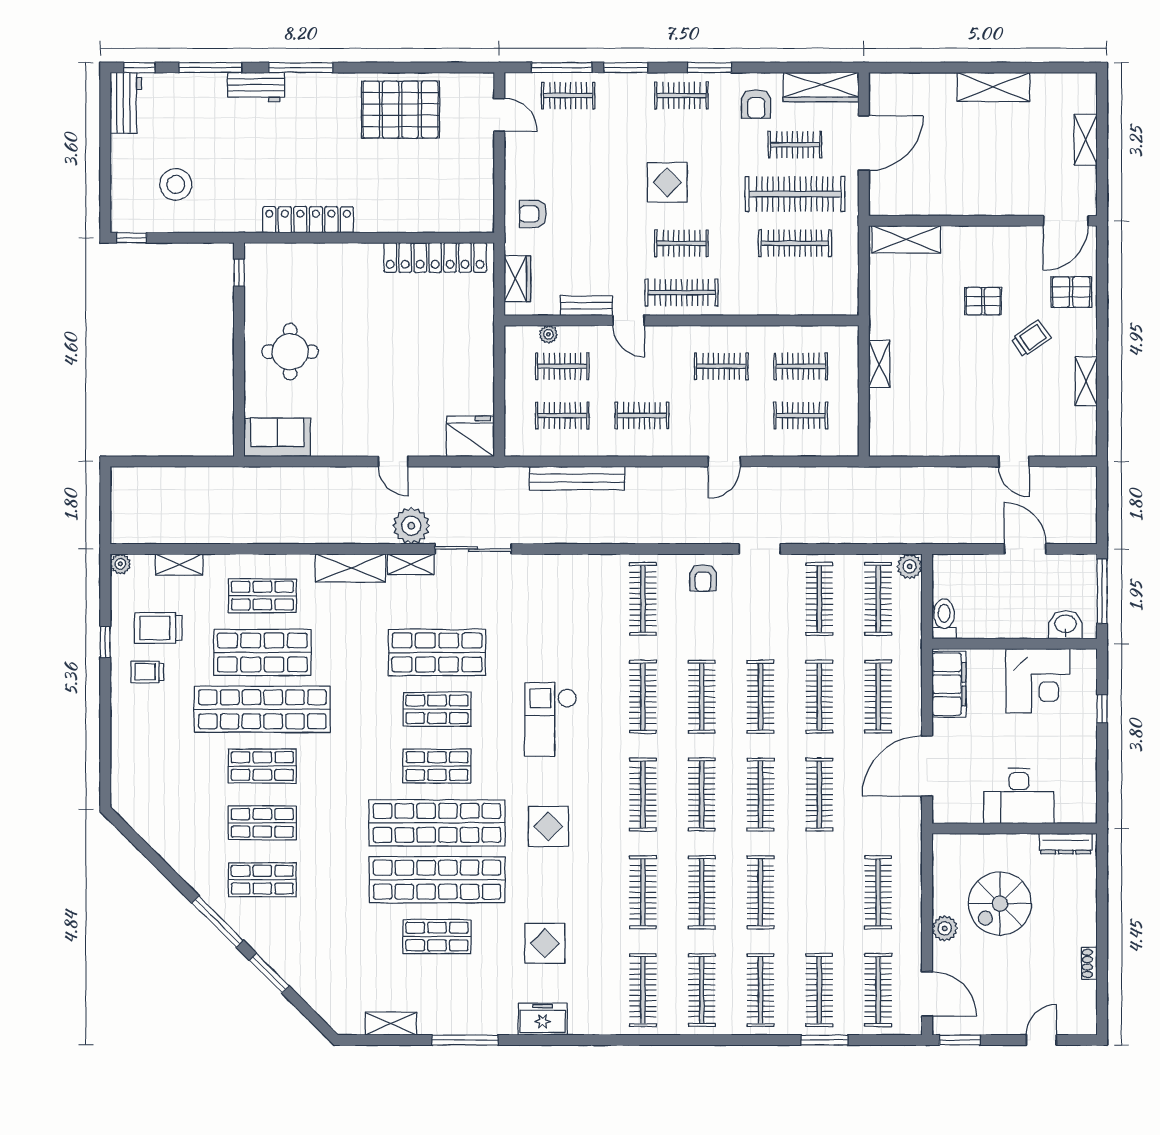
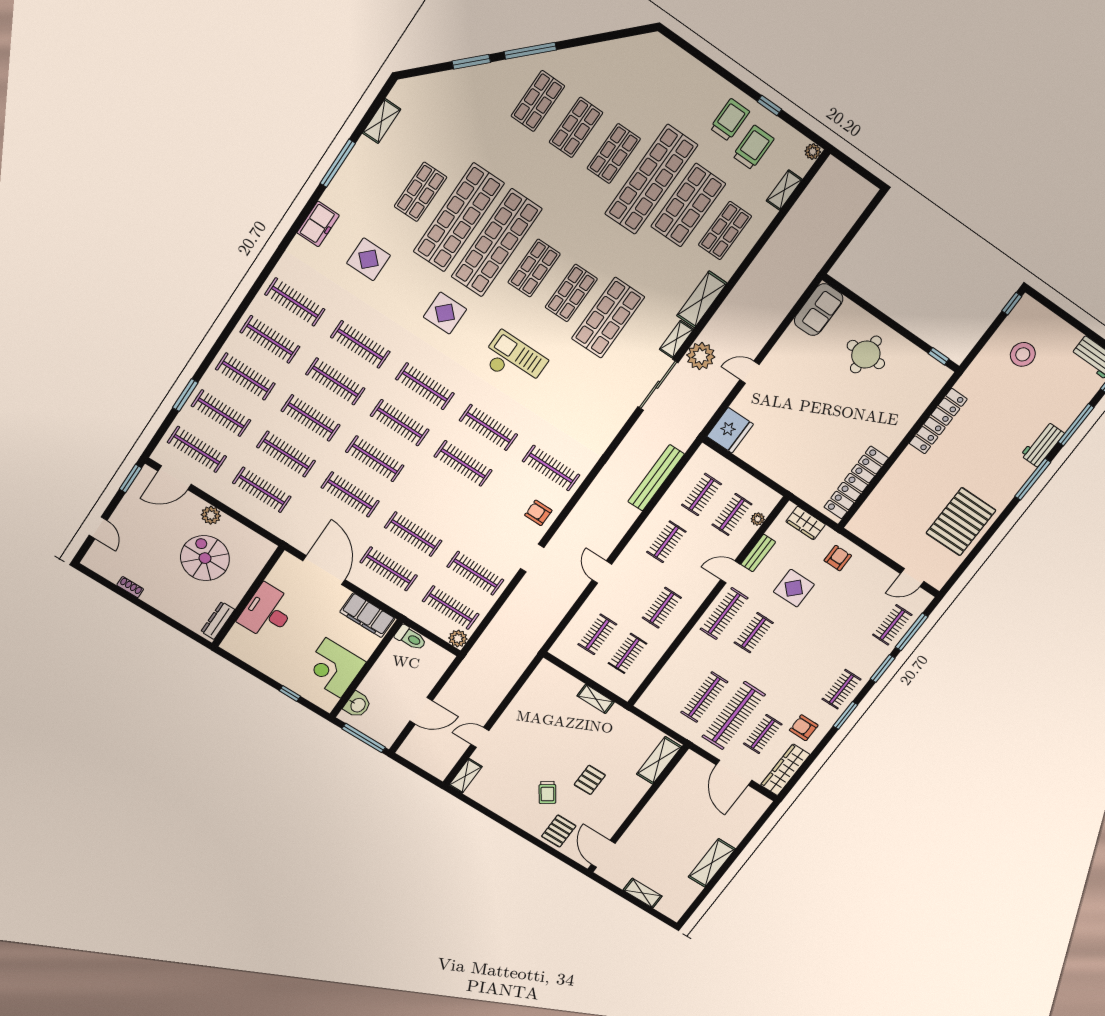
display table: (667, 182) -> (794, 588), moved
shelving: (1086, 381) -> (465, 776), moved, turned 90
trolley: (147, 672) -> (730, 120), width x1.36, depth x1.39
clothes rail: (761, 697) -> (286, 454), moved

